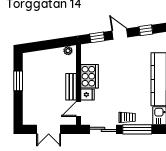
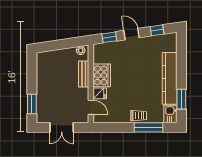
window: (18, 81) -> (32, 104), moved
bench: (71, 87) -> (84, 74), moved
door: (78, 109) -> (91, 107), swing flipped
sliding door: (103, 129) -> (115, 127), removed

